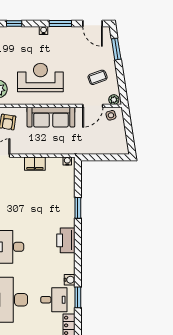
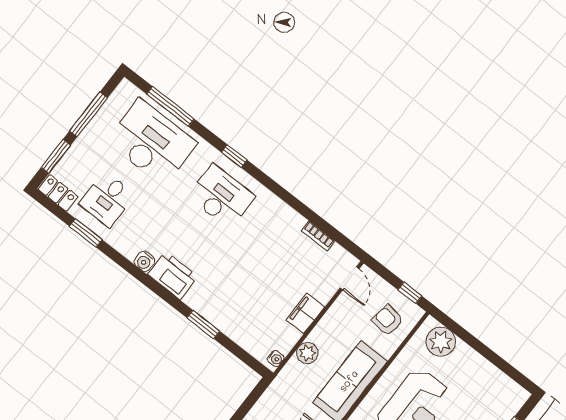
plant: (53, 148) -> (307, 353), added
water cooler: (70, 280) -> (144, 261), moved

